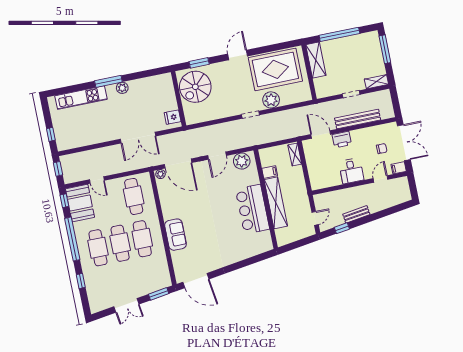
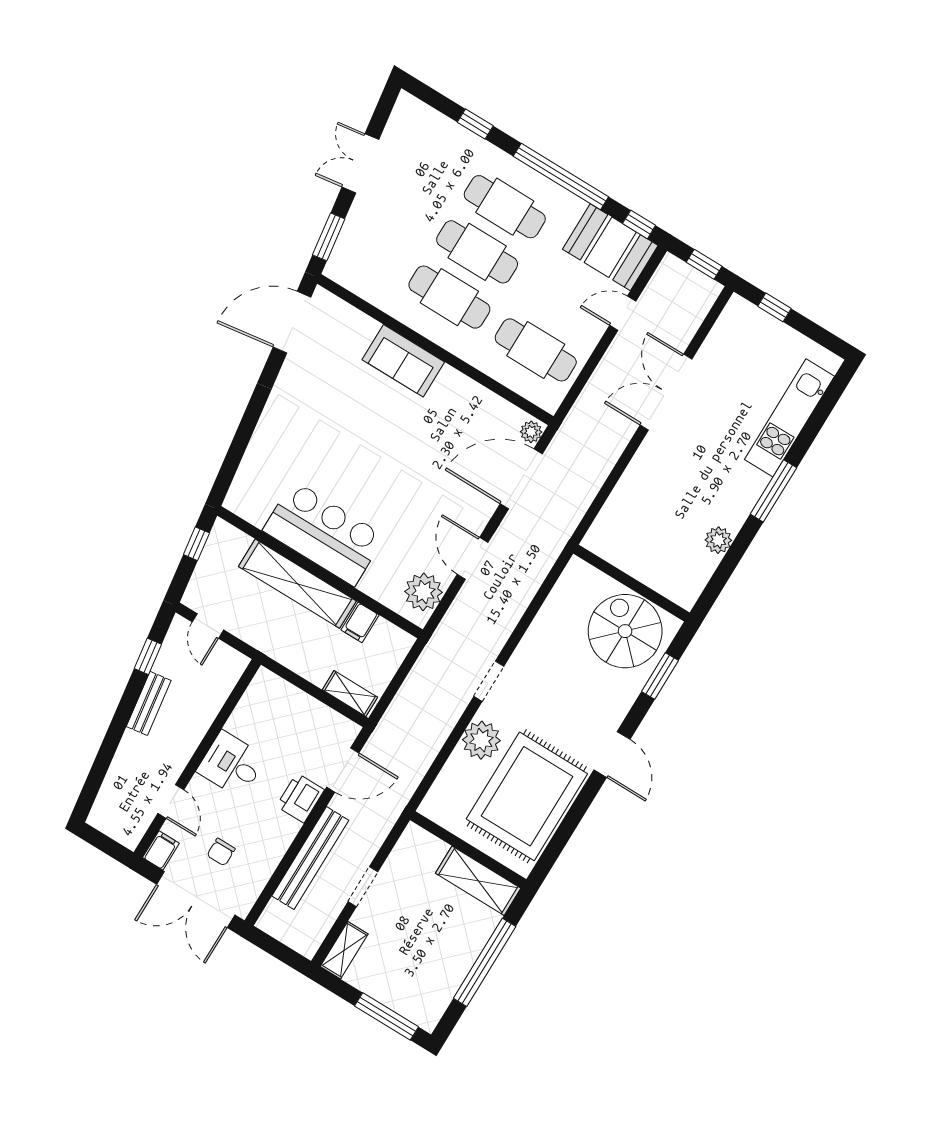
plant: (122, 88) -> (718, 540), moved
fridge: (173, 117) -> (610, 544), removed
double door: (138, 138) -> (666, 392), moved
window: (293, 246) -> (196, 544), added

